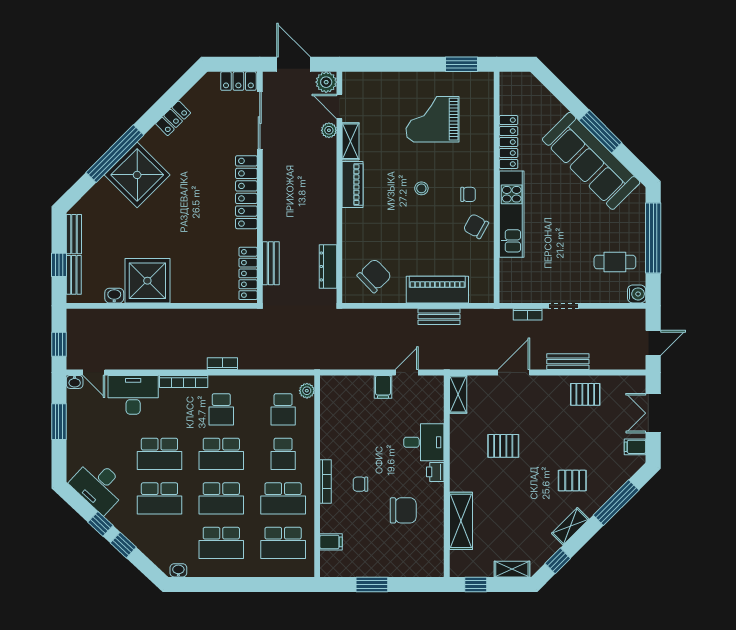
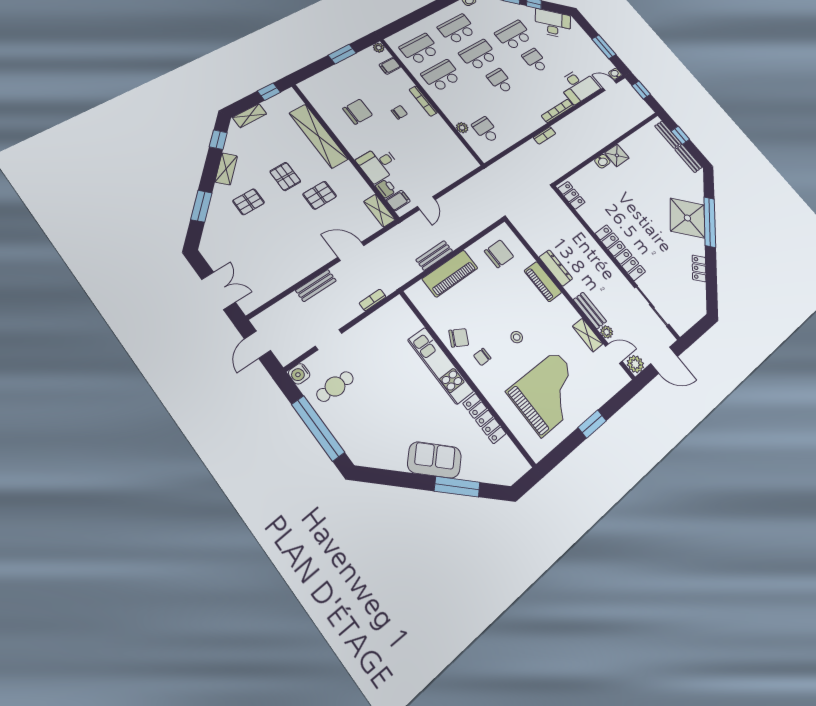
window: (461, 64) -> (592, 424), moved
locker: (238, 81) -> (685, 322), removed
grand piano: (433, 119) -> (549, 393), width x1.37, depth x1.48
window: (600, 131) -> (457, 487), moved
sofa: (591, 161) -> (434, 460), width x0.54, depth x0.79
piano: (353, 185) -> (543, 282), moved
bench: (271, 263) -> (590, 310), moved
dresser: (328, 266) -> (556, 268), moved
locker: (248, 273) -> (571, 195), width x0.66
chair: (374, 276) -> (499, 254), turned -136
shower: (147, 281) -> (617, 155), width x0.54, depth x0.54
washbasin: (114, 296) -> (602, 161), moved
doorway: (564, 306) -> (328, 340), moved
door: (514, 372) -> (351, 251), swing flipped
filing cabinet: (383, 387) -> (398, 201), moved, turned 90
plant: (307, 391) -> (462, 128), moved
pallet: (585, 394) -> (285, 177), moved, turned 90
school desk: (221, 409) -> (522, 107), removed
filing cabinet: (635, 447) -> (215, 256), removed
school desk: (159, 454) -> (535, 60), width x0.54
school desk: (221, 454) -> (500, 81), width x0.54
school desk: (283, 454) -> (463, 103), removed
printer: (435, 472) -> (386, 188), moved
window: (616, 503) -> (201, 206), width x0.69
chair: (403, 510) -> (358, 112), turned 180
shelving: (461, 521) -> (319, 136), width x1.47
plant: (327, 570) -> (379, 48), added

